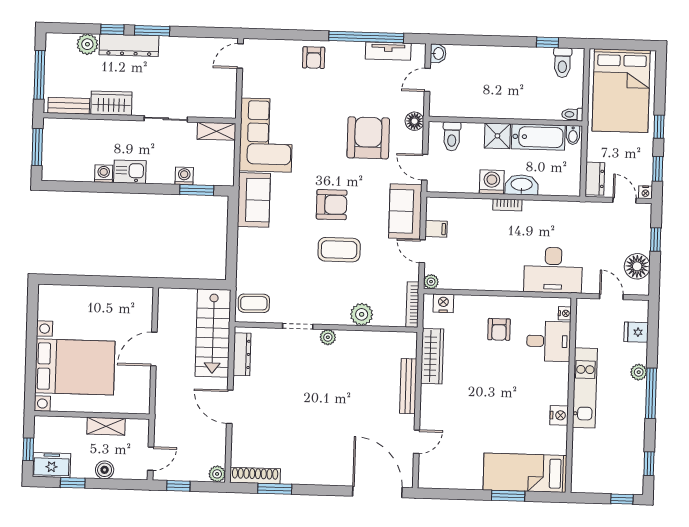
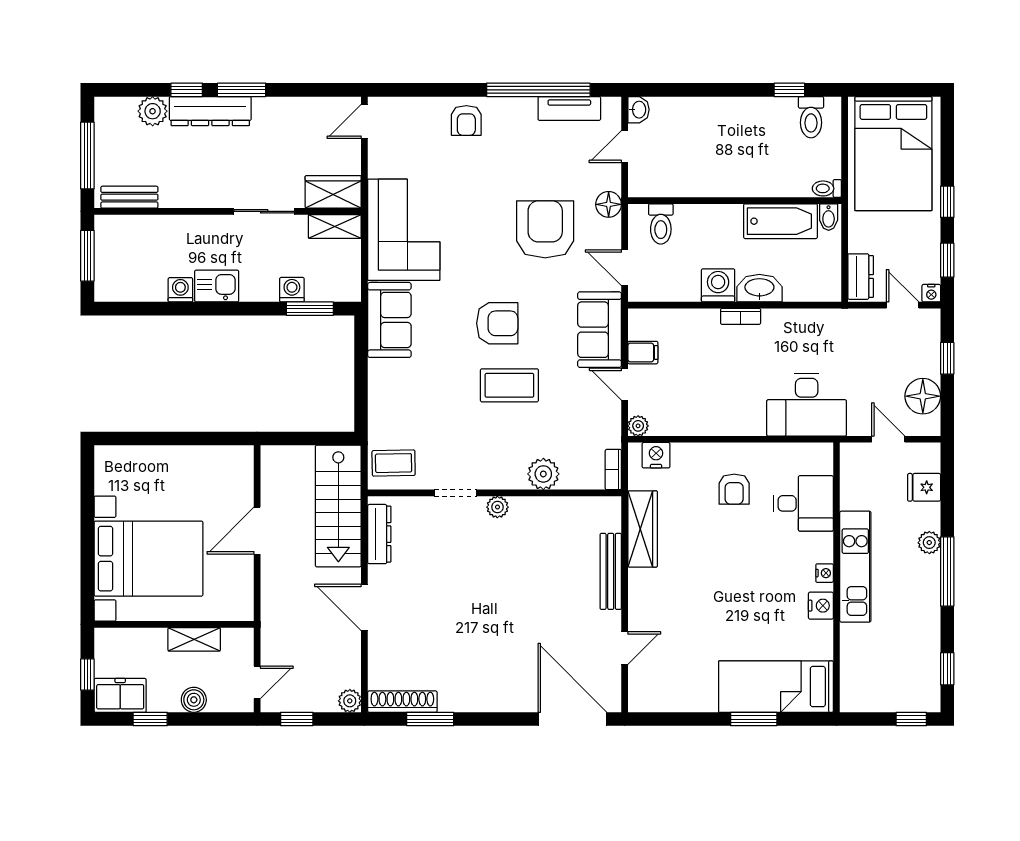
wardrobe: (111, 103) -> (333, 192), moved
shower: (497, 136) -> (724, 221), removed
bookcase: (412, 304) -> (613, 470), width x0.64
nightstand: (565, 313) -> (825, 573), moved

